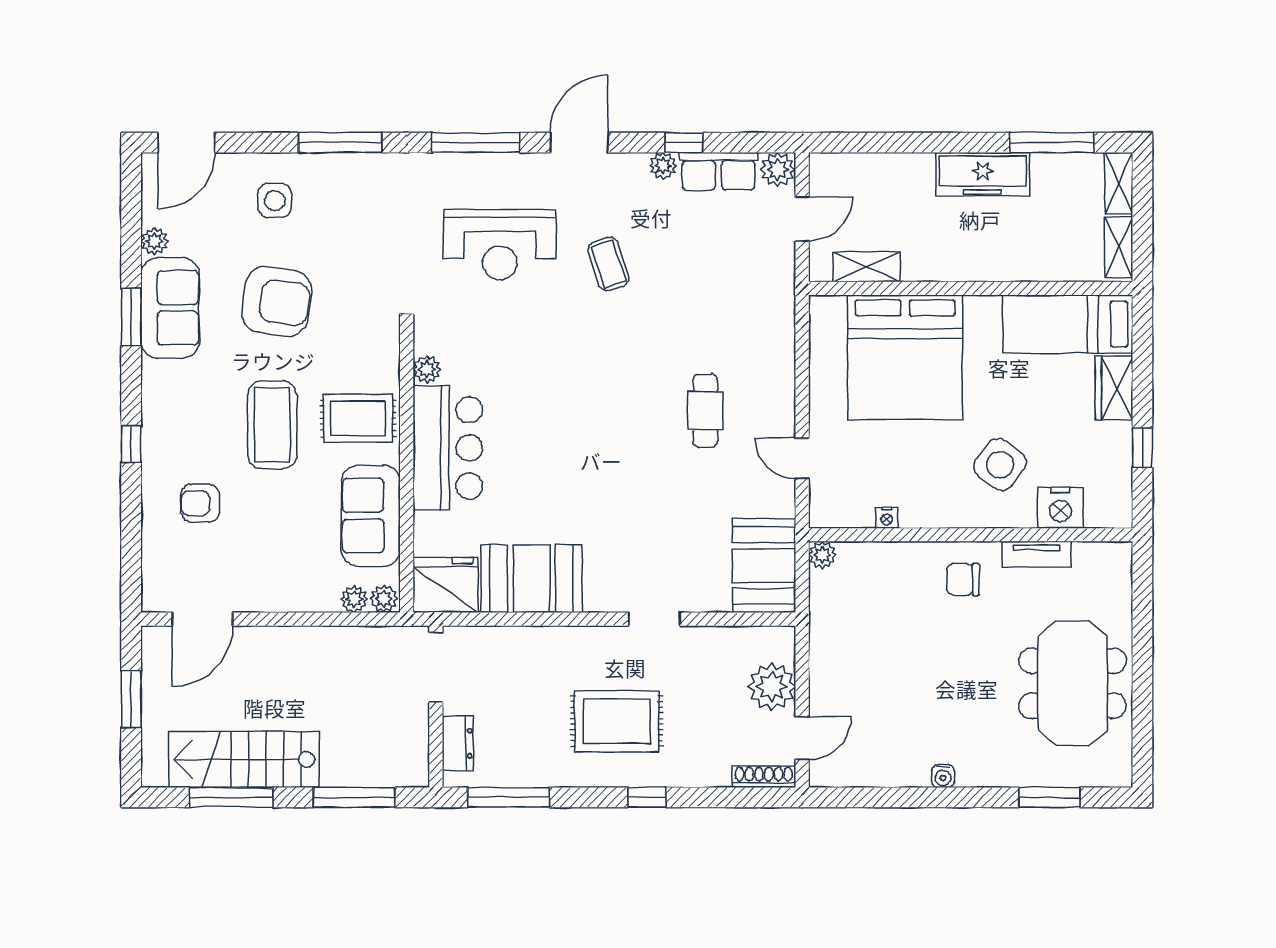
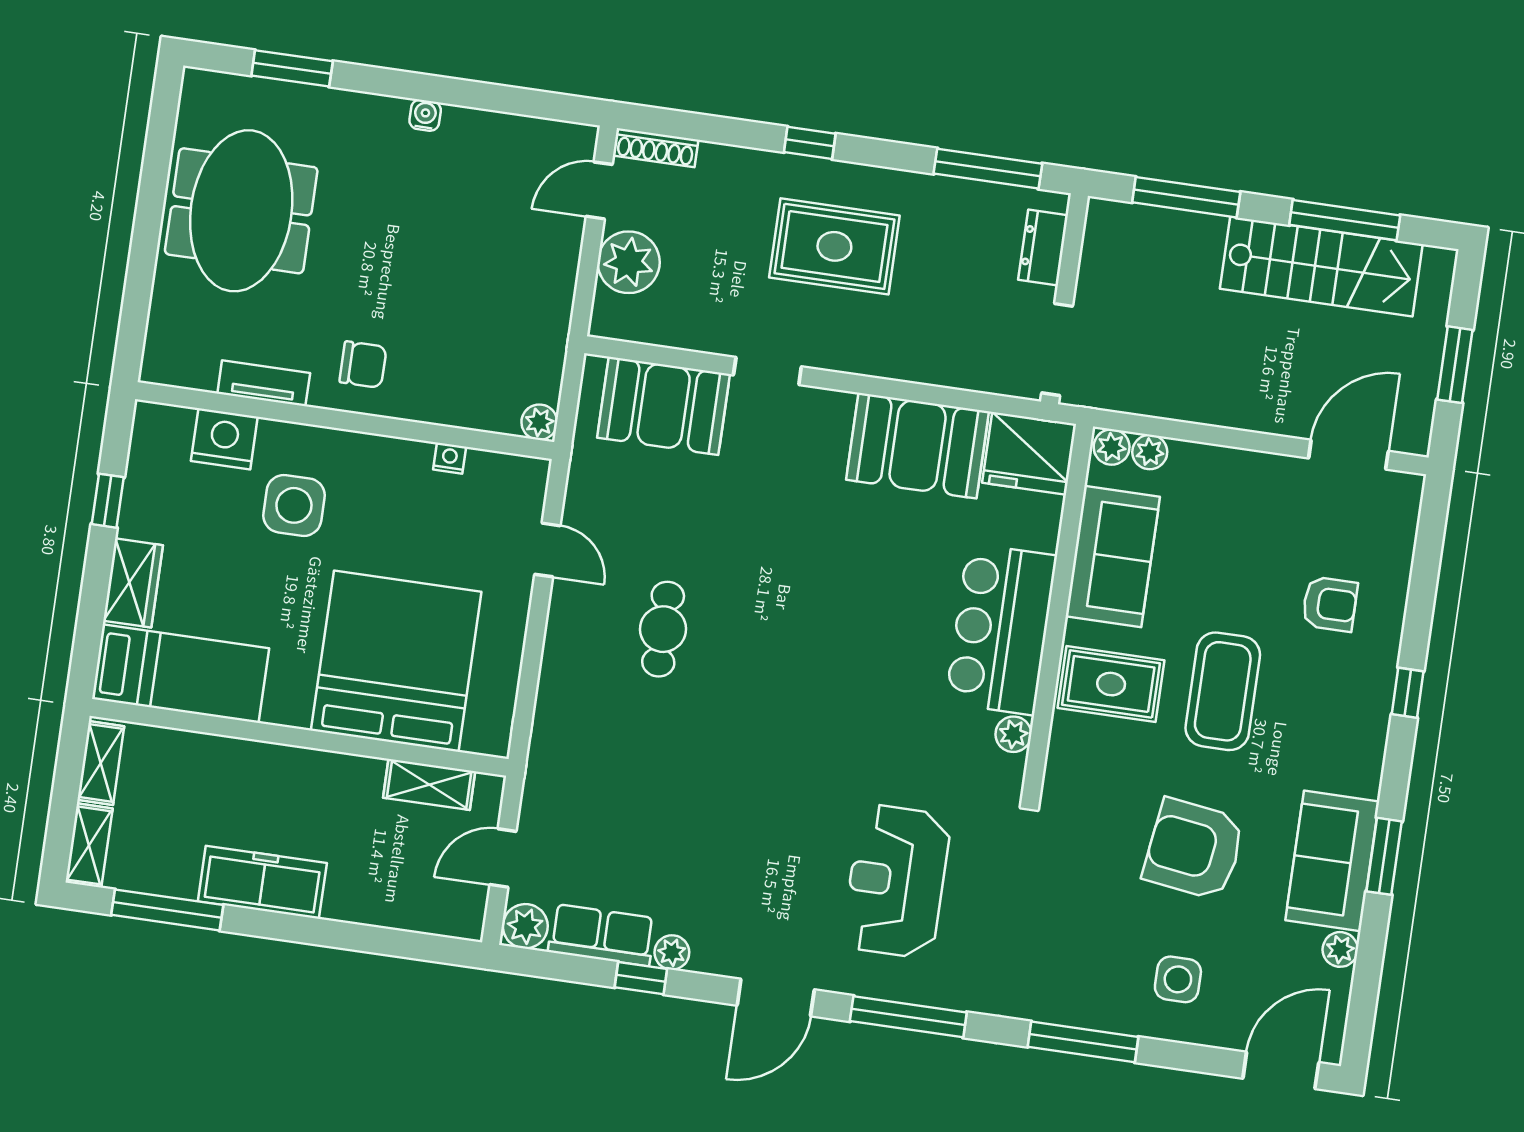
reception desk: (500, 245) -> (897, 881), turned -90
coffee table: (608, 264) -> (760, 836), removed
side table: (1000, 465) -> (294, 505), turned -37
booth: (764, 566) -> (664, 406), moved, turned 90

